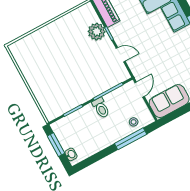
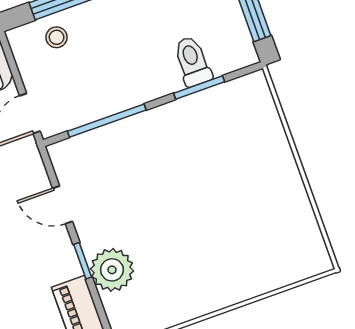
toilet: (101, 108) -> (192, 61), moved

